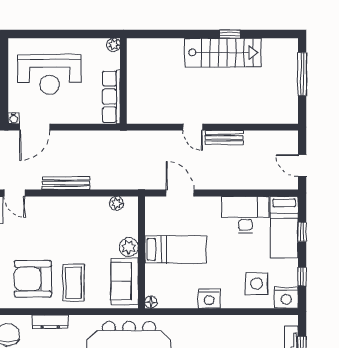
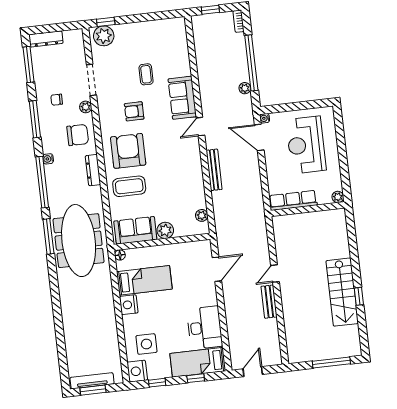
bed: (176, 249) -> (144, 280), moved, turned -90

